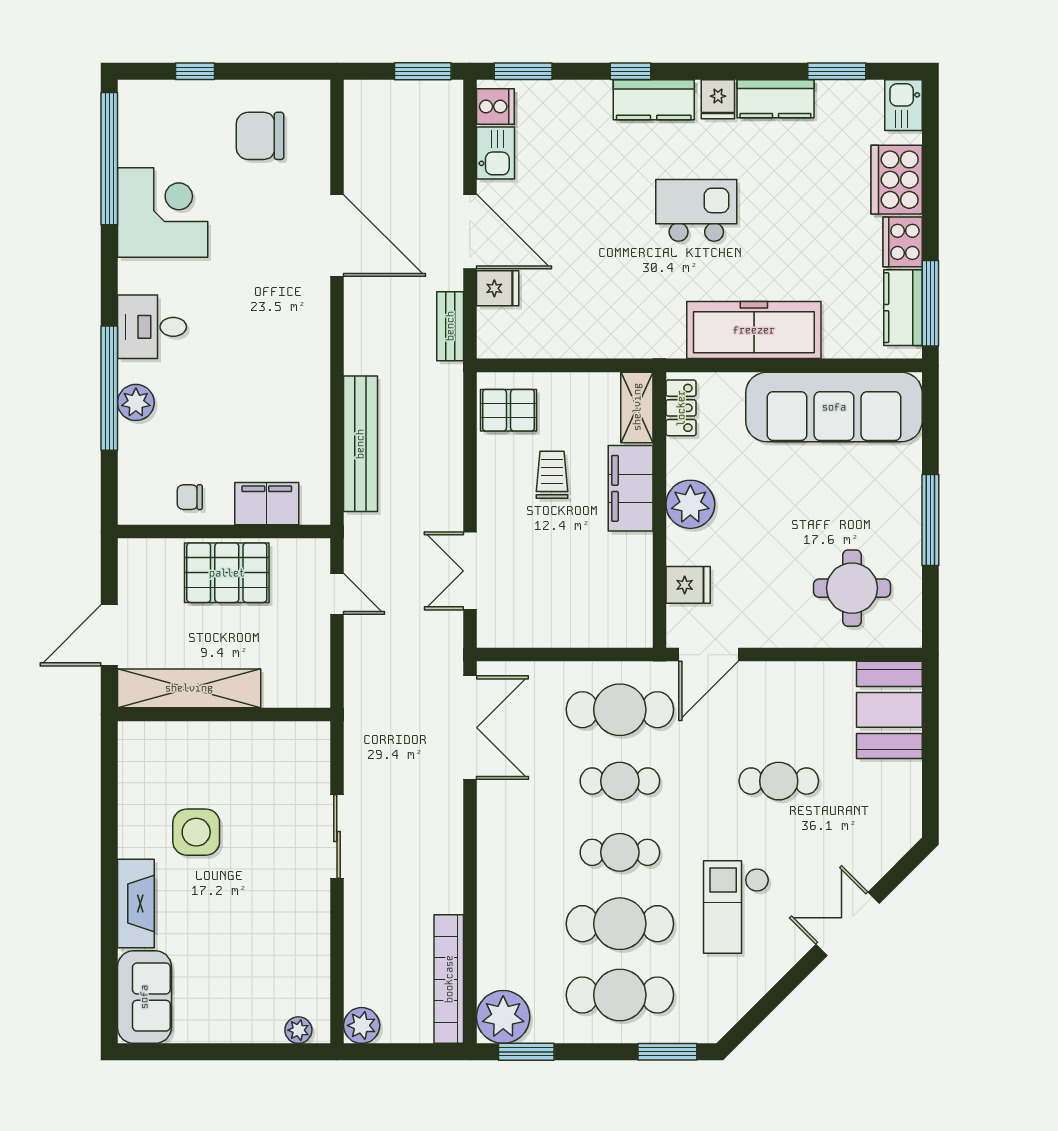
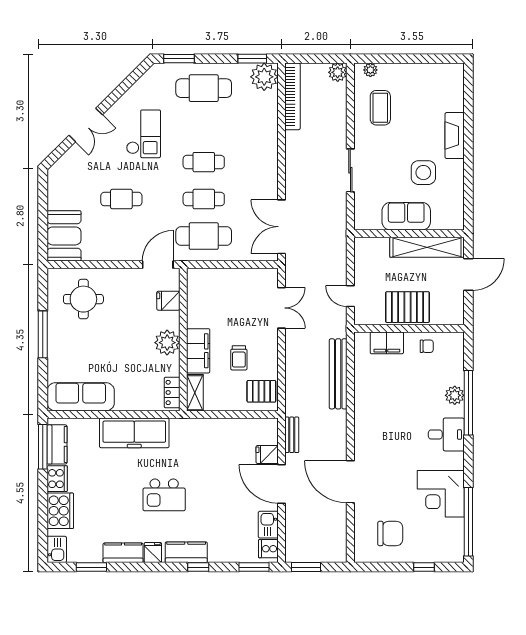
sofa: (834, 407) -> (81, 397), width x0.74, depth x0.79
cafe table: (620, 924) -> (204, 125), removed
coffee table: (279, 957) -> (380, 108), added
sofa: (144, 997) -> (406, 216), moved, turned 90

